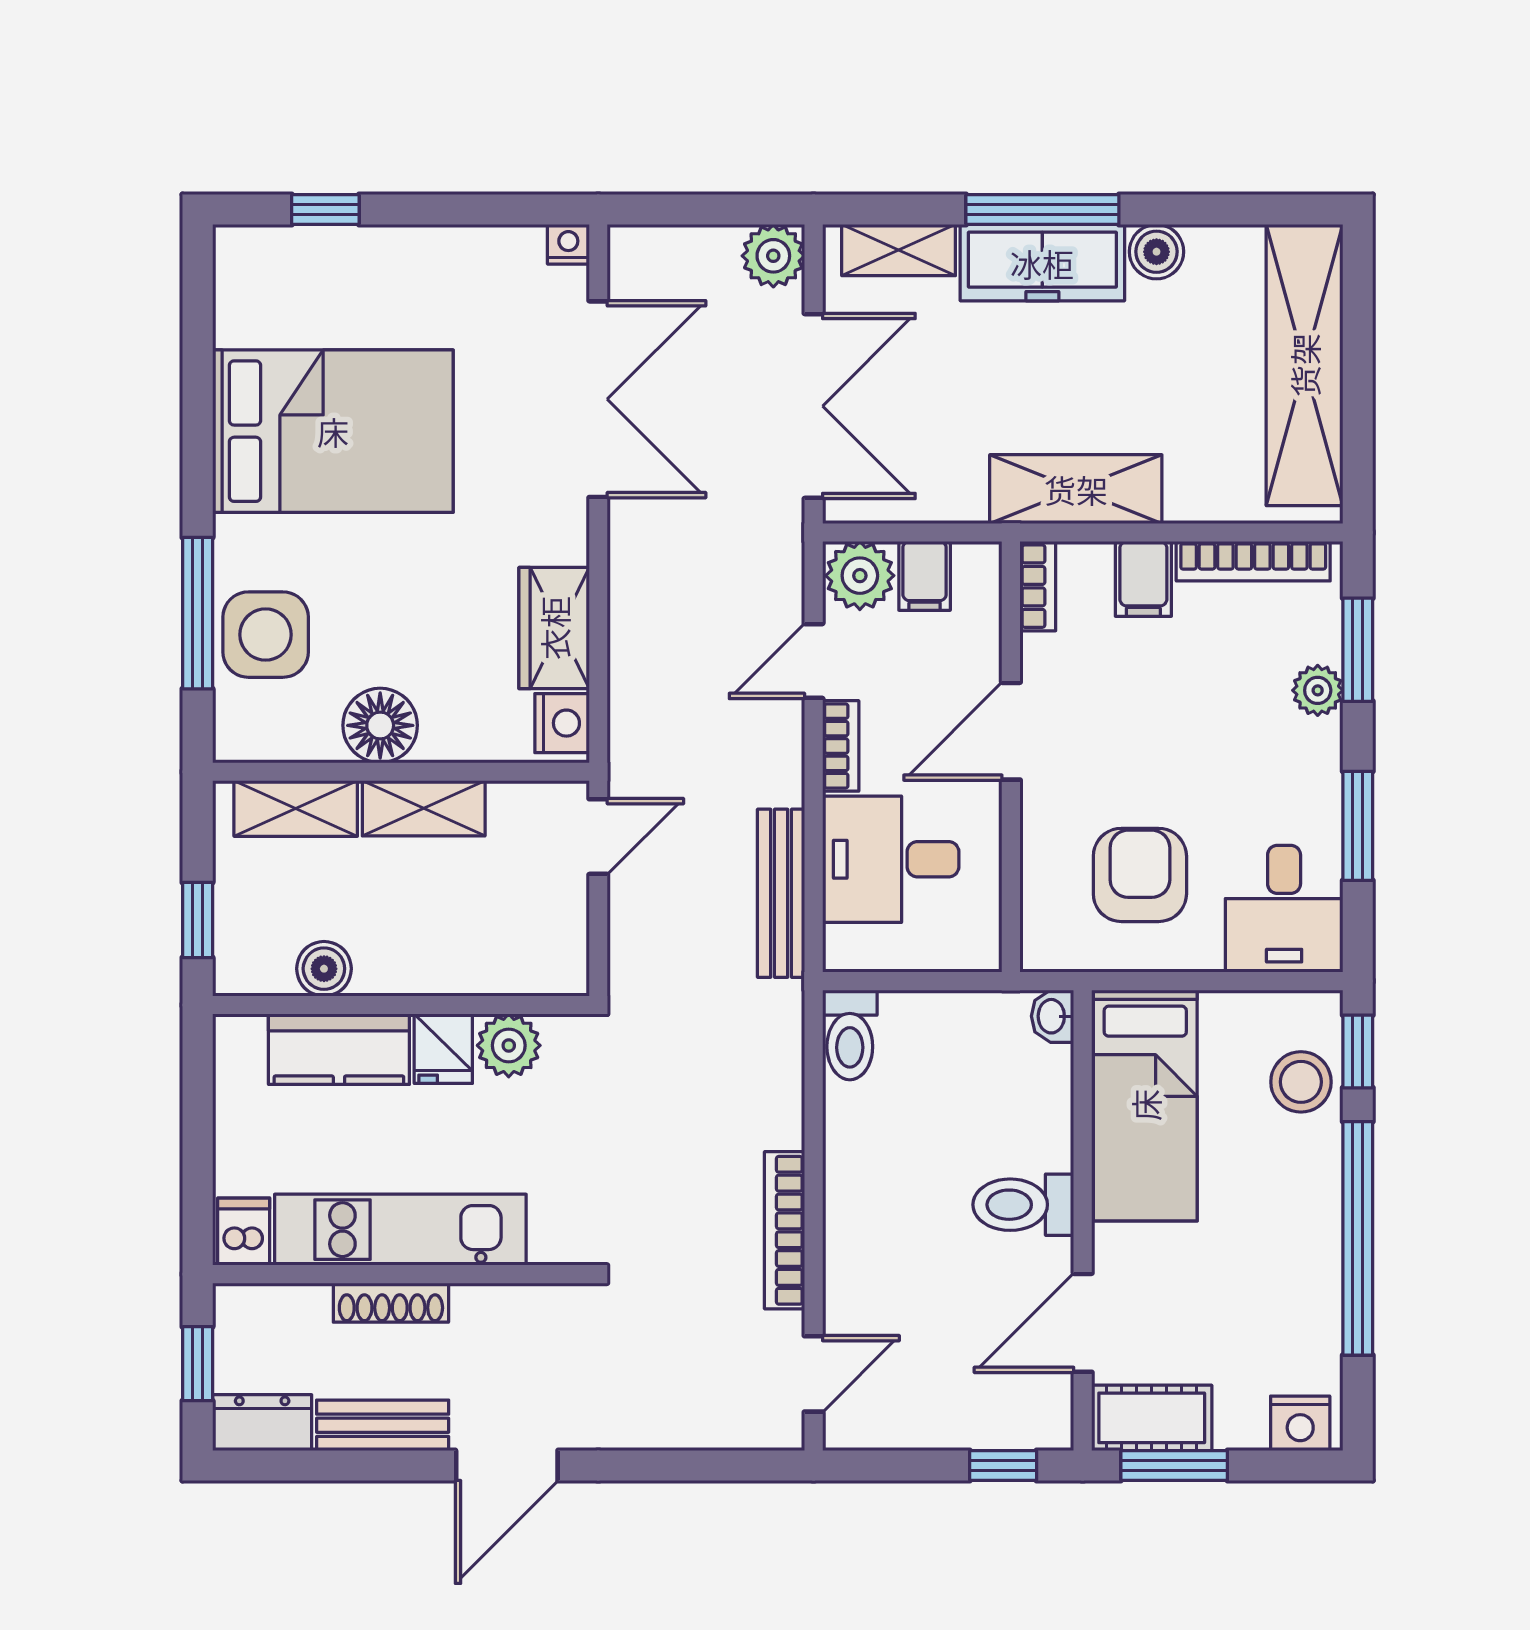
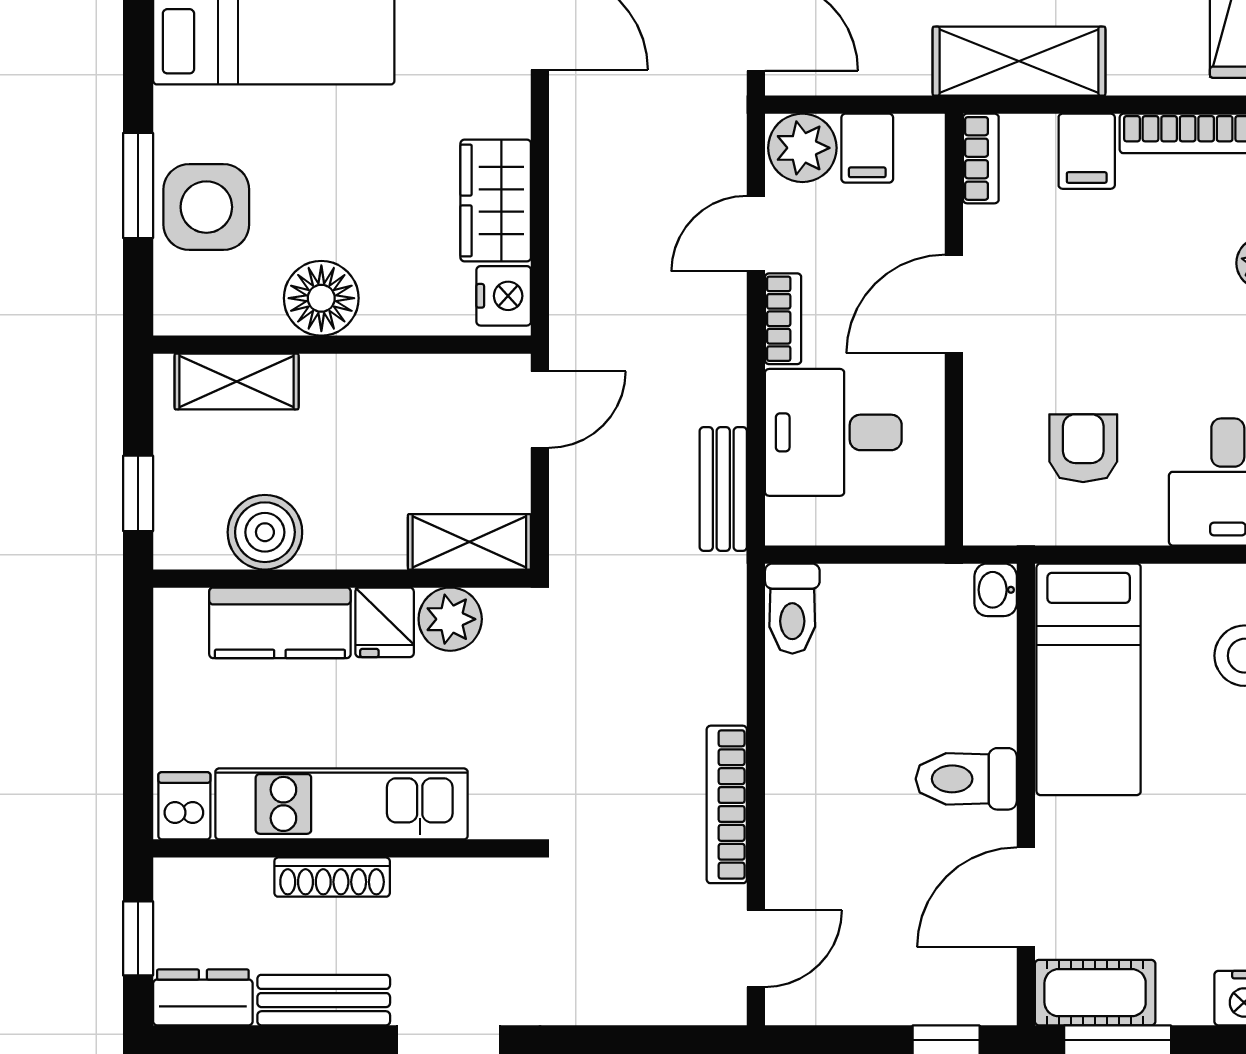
window: (198, 613) -> (138, 186), width x0.69
shelving: (424, 808) -> (469, 542), moved
armchair: (1140, 875) -> (1083, 448), width x0.72, depth x0.72
bench: (781, 893) -> (723, 489), width x0.73
boiler: (324, 969) -> (265, 532), width x1.36, depth x1.36

